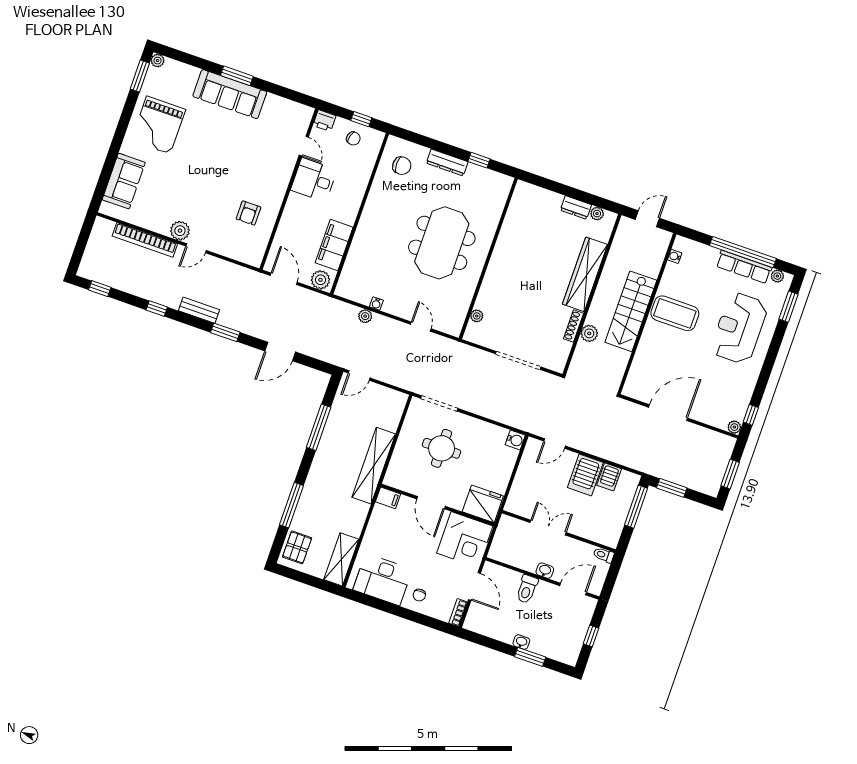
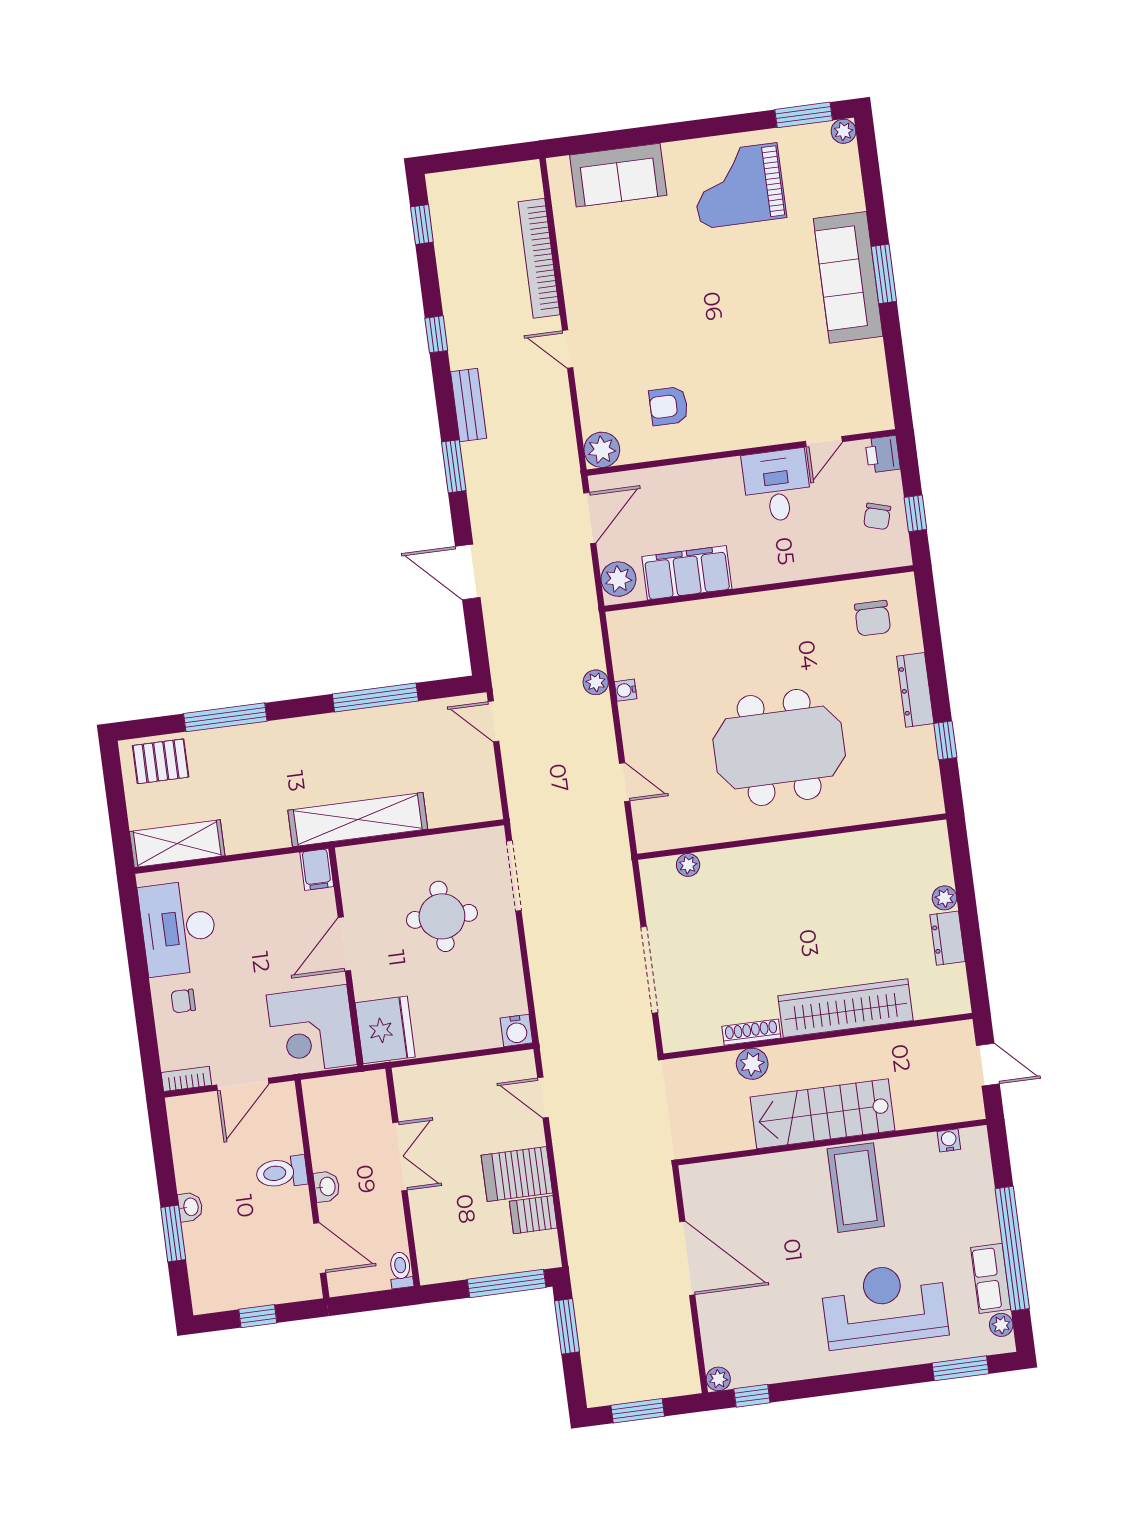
plant: (597, 214) -> (945, 898), moved
plant: (180, 231) -> (602, 450), moved
row of seats: (744, 267) -> (991, 1278), width x0.68
door: (421, 327) -> (625, 782), hinge flipped

